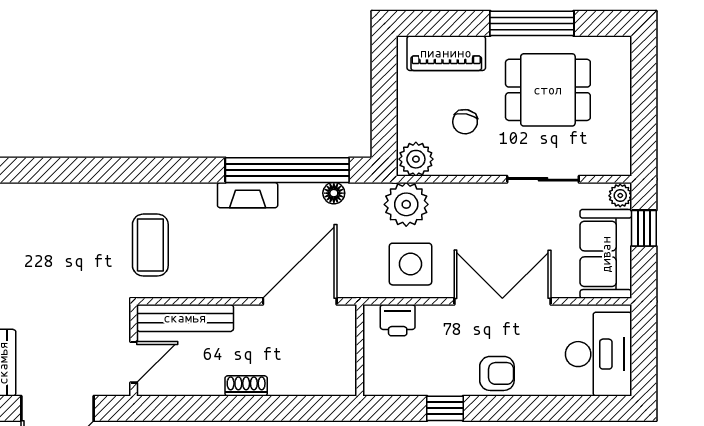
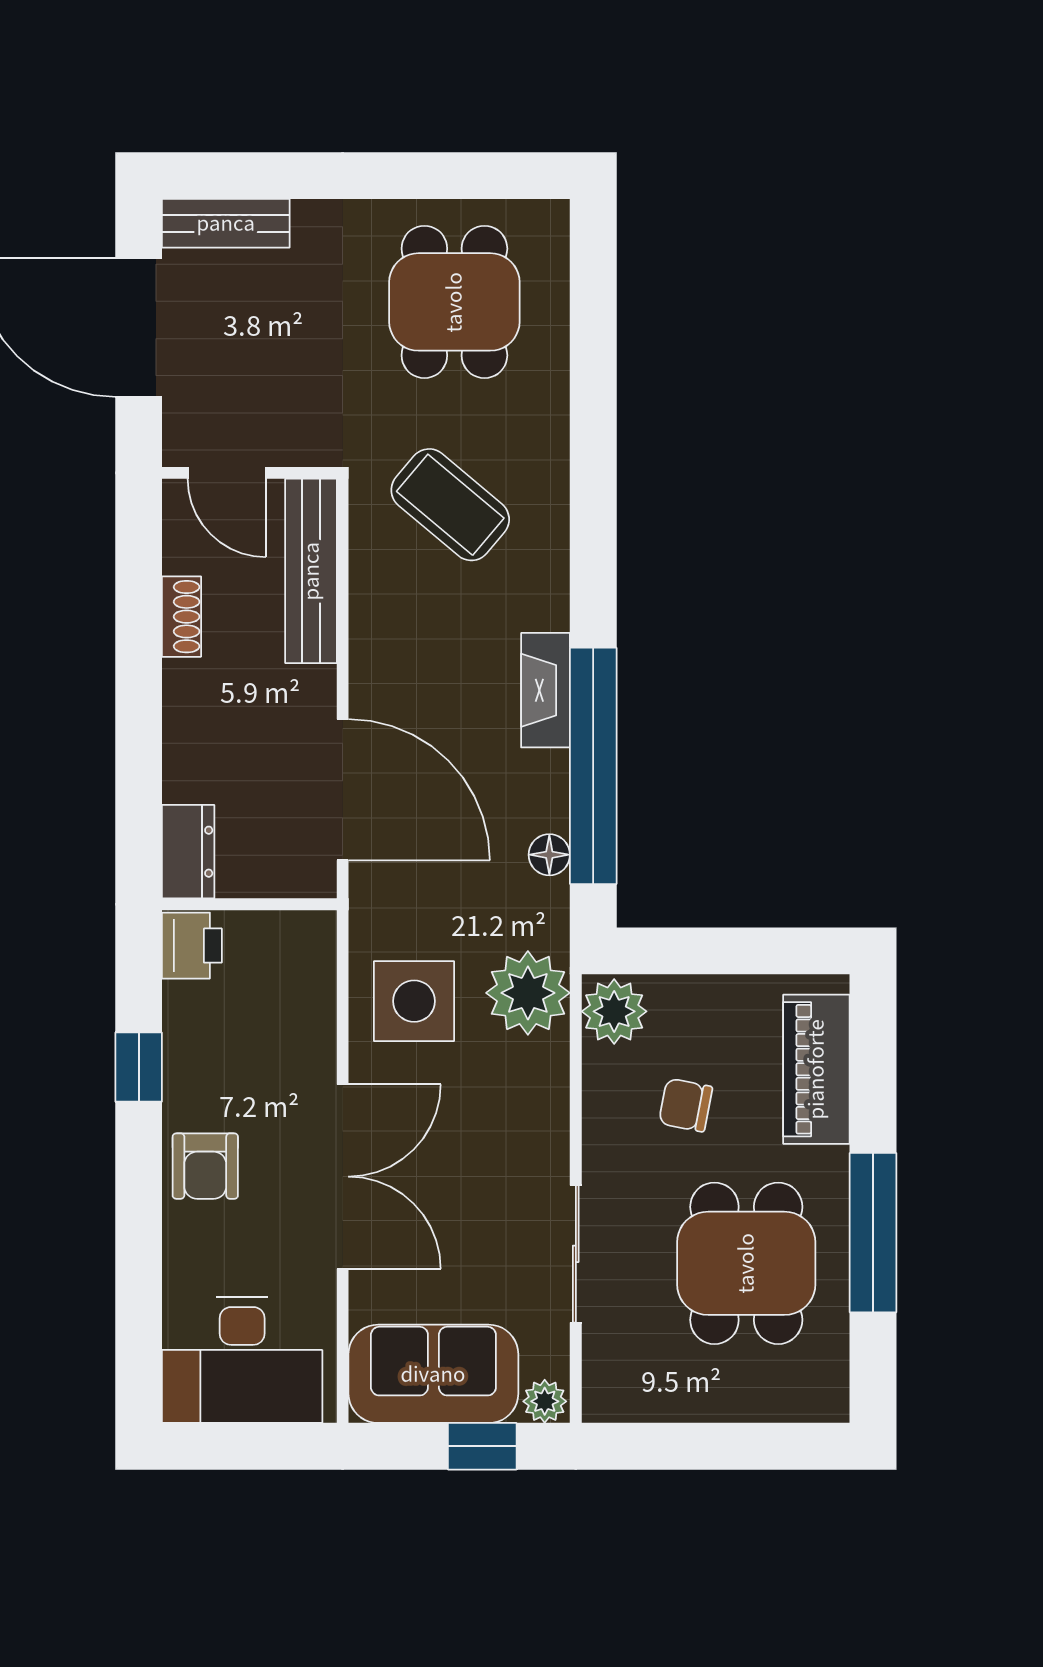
dining table: (44, 243) -> (454, 302), added
coffee table: (150, 245) -> (450, 505), turned 40
printer: (398, 320) -> (192, 946), moved, turned 180
dresser: (332, 382) -> (188, 852), added
shoe rack: (246, 386) -> (181, 617), moved

